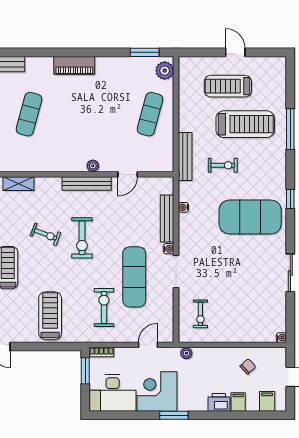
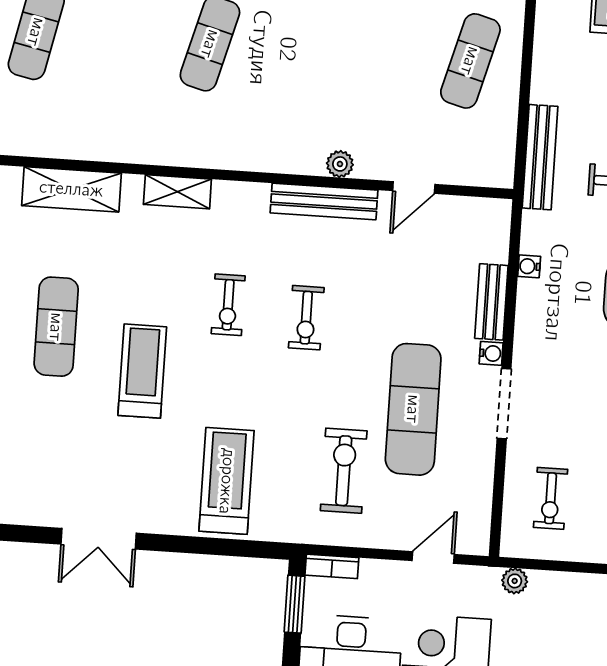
bench: (167, 219) -> (491, 302), width x0.73
exercise bike: (45, 234) -> (228, 305), turned 69
exercise bike: (82, 238) -> (306, 318), width x0.73, depth x0.72

